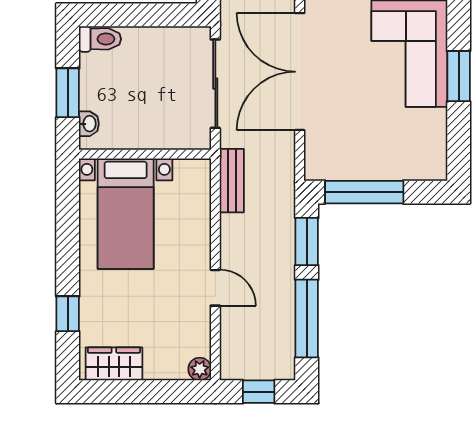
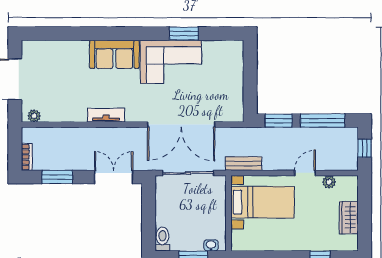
window: (364, 192) -> (250, 88), removed
bed with nightstands: (126, 214) -> (262, 202), moved
wardrobe: (114, 364) -> (349, 218), moved
plant: (200, 369) -> (329, 182), moved

